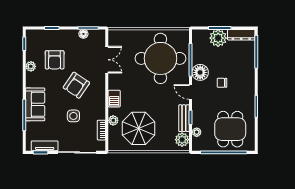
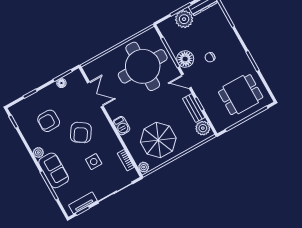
armchair: (55, 60) -> (49, 121), turned 90
plant: (31, 66) -> (38, 152), moved
plant: (113, 120) -> (144, 167), moved
dining table: (230, 129) -> (241, 95), turned 90
plant: (197, 132) -> (212, 114), removed

